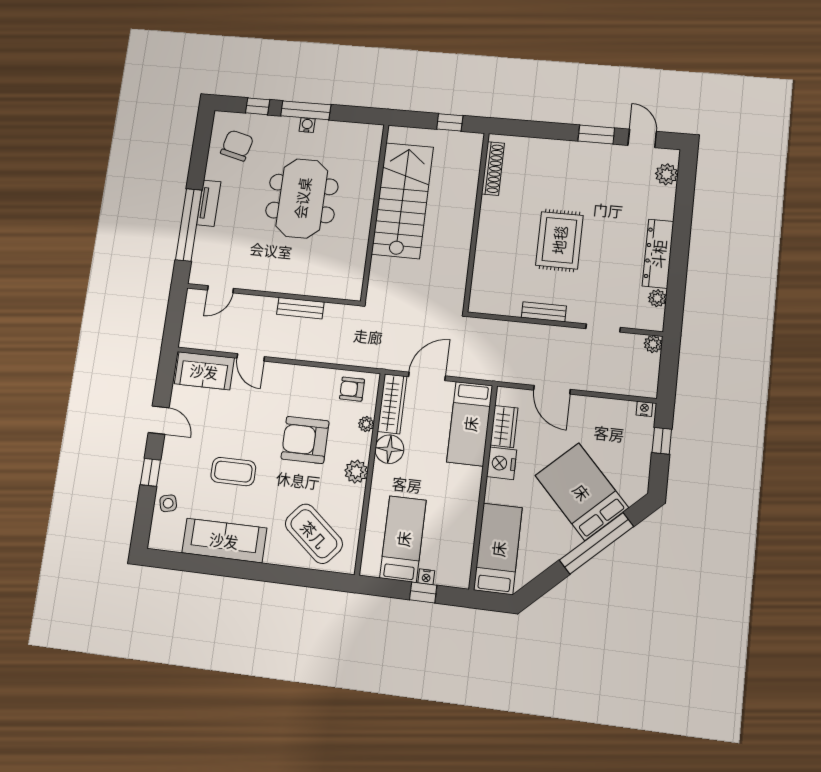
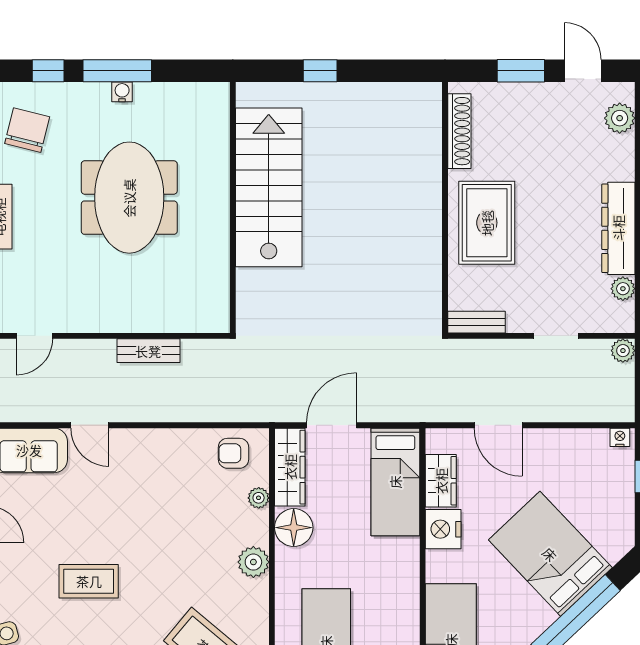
shoe rack: (493, 169) -> (459, 131), moved
wall: (476, 222) -> (445, 208), moved
armchair: (305, 440) -> (179, 528), removed

